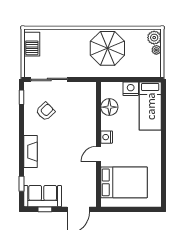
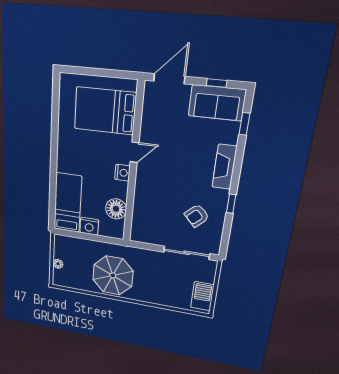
plant: (154, 38) -> (60, 277), removed
window: (22, 97) -> (231, 204), moved

